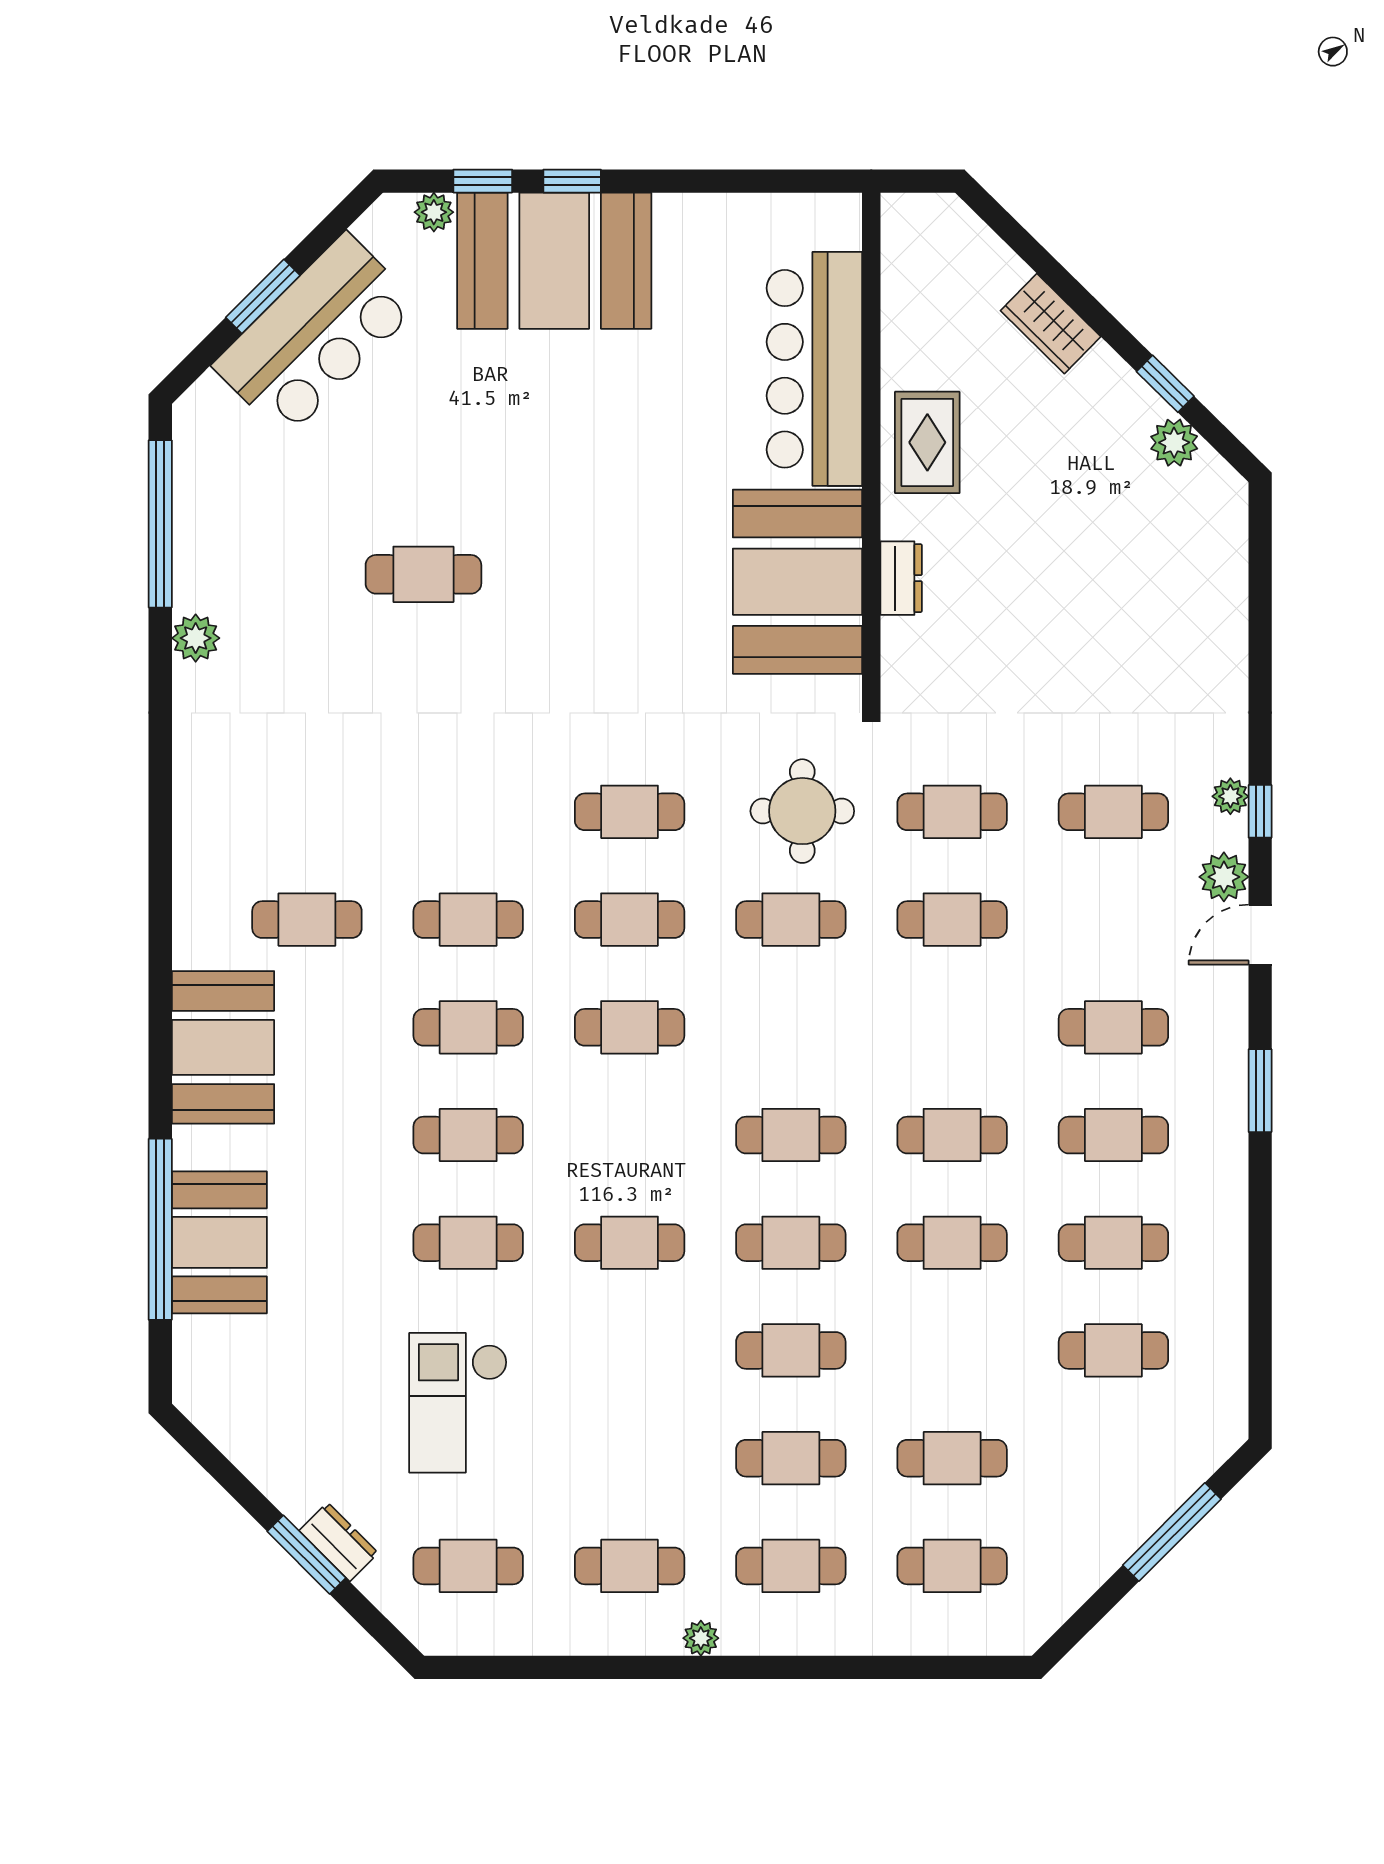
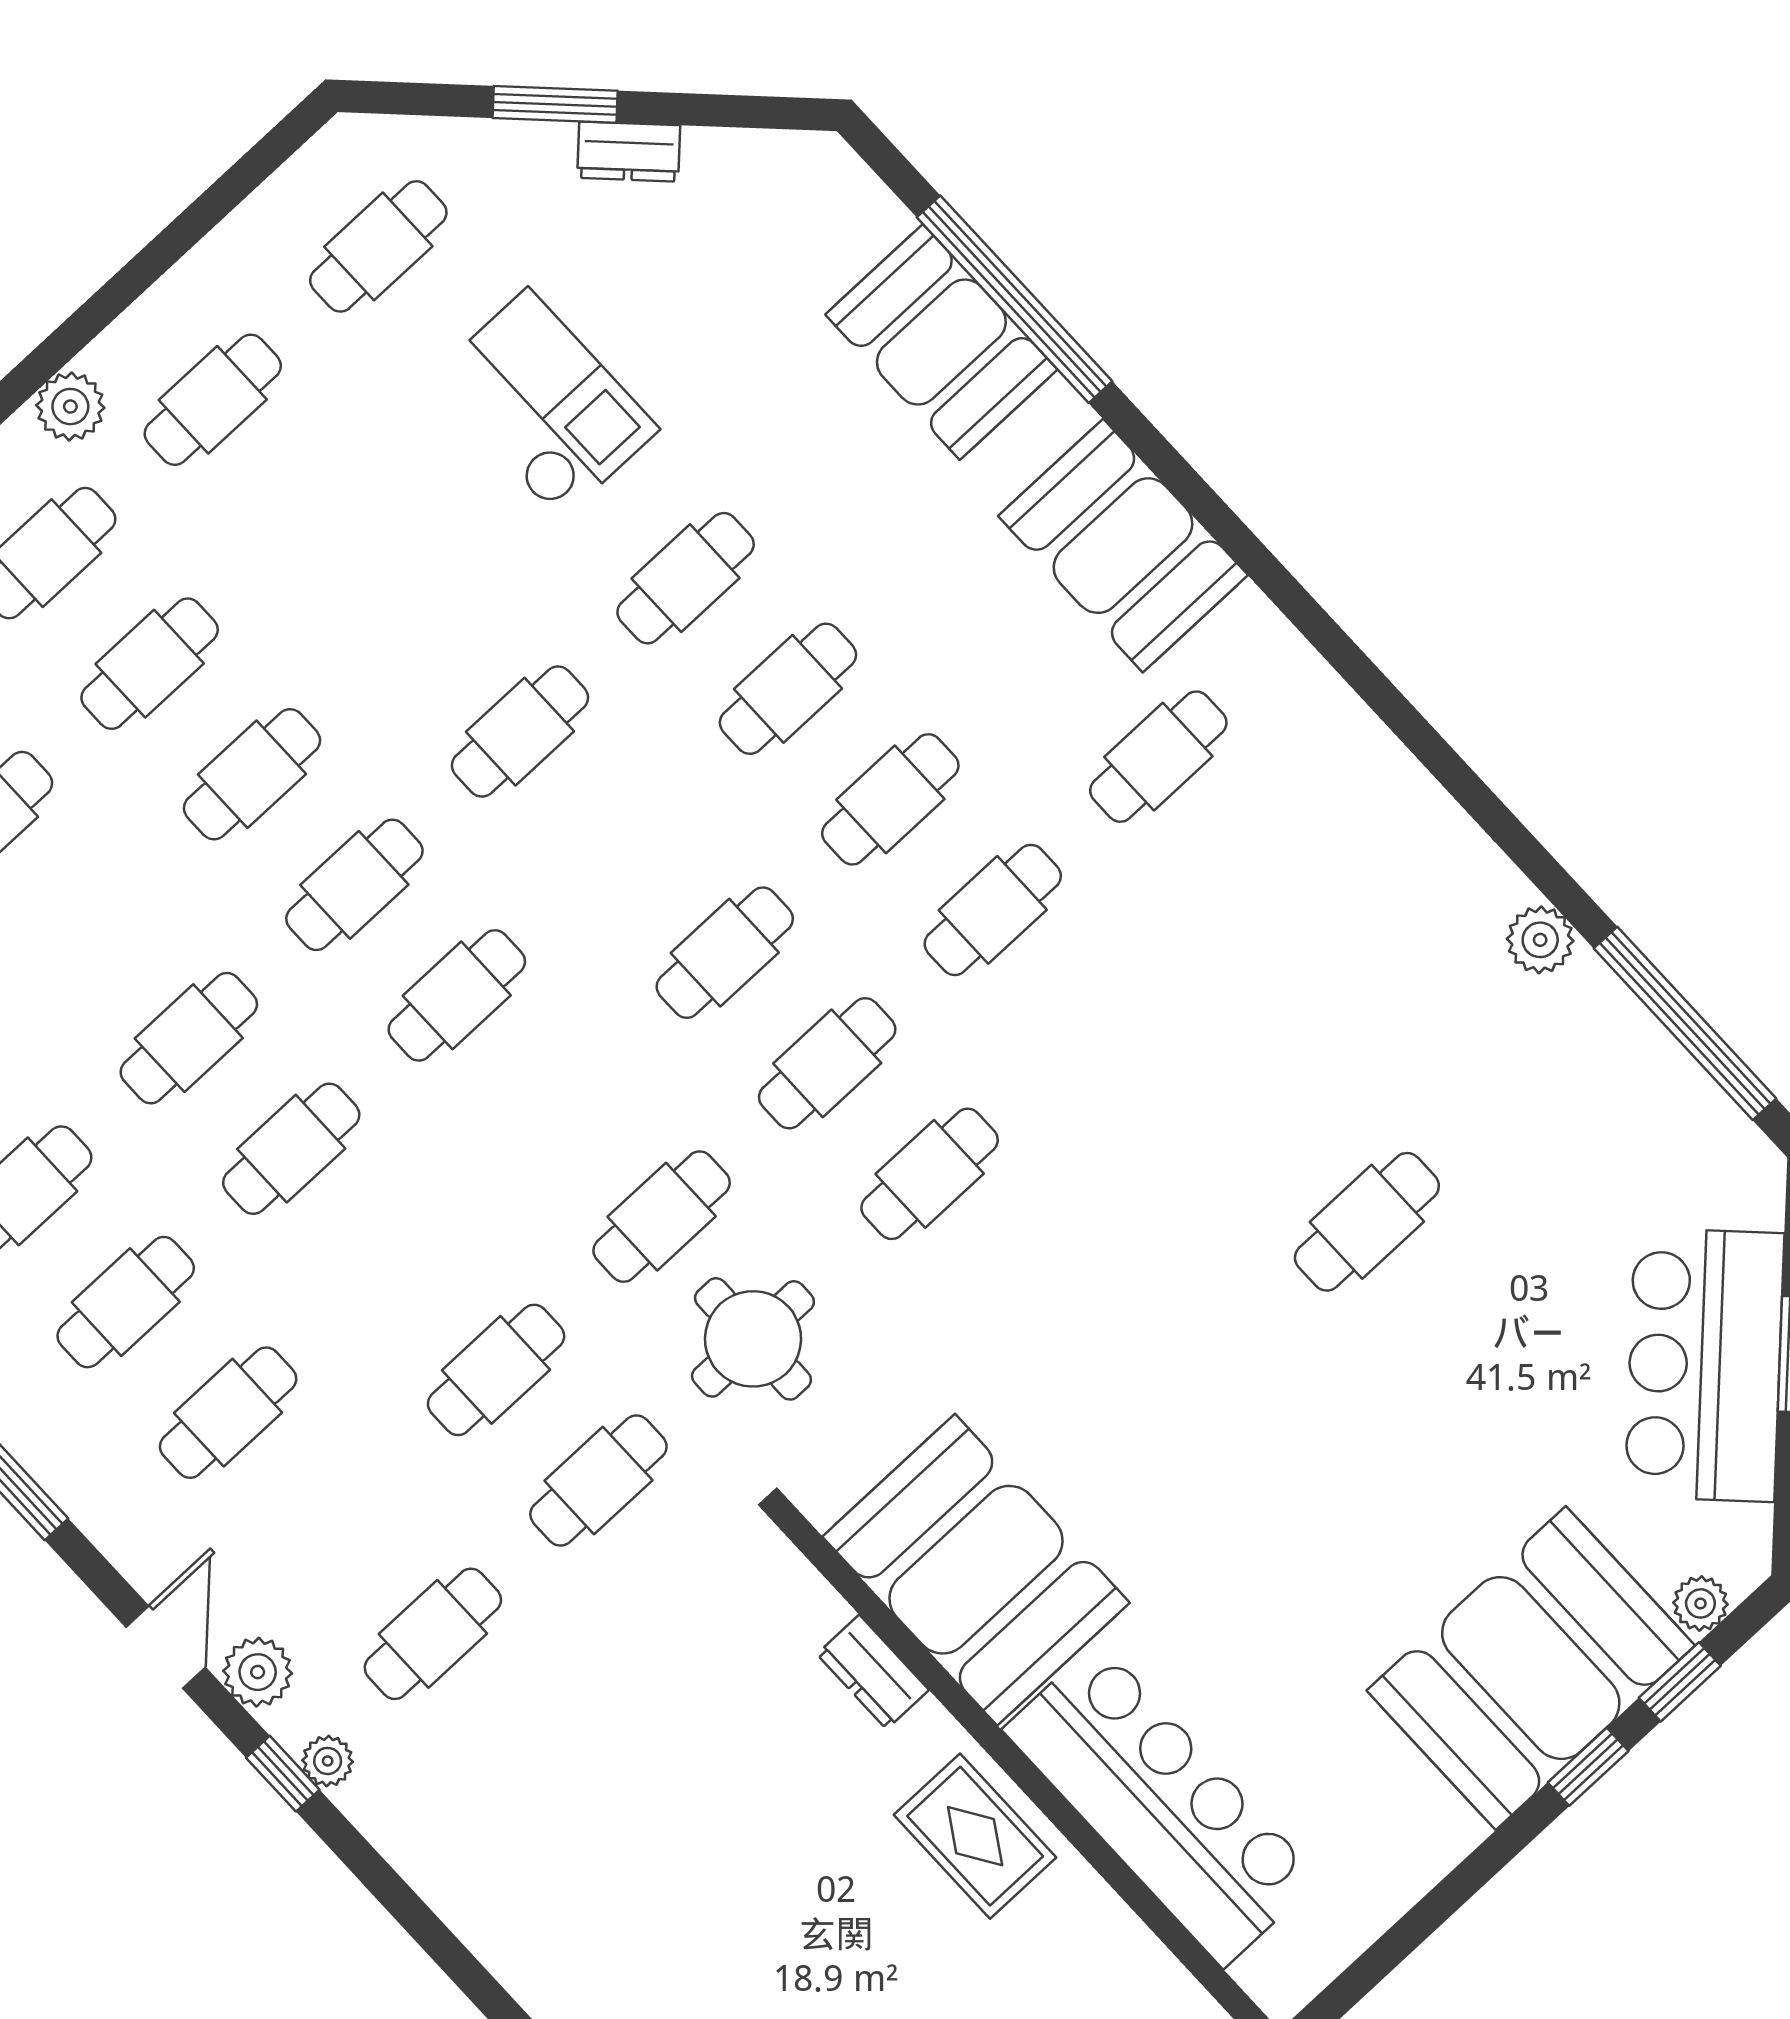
dresser: (339, 1542) -> (629, 152), moved
plant: (701, 1638) -> (70, 407), width x1.38, depth x1.38

